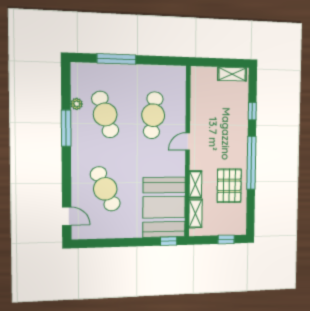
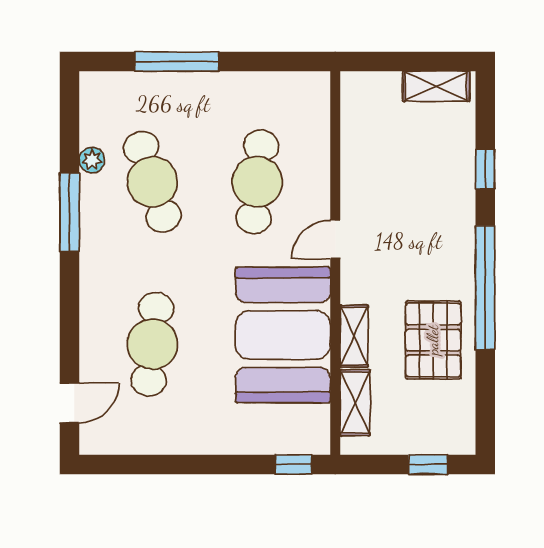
cafe table: (105, 189) -> (152, 344), turned 30
booth: (164, 207) -> (283, 335), moved
door: (67, 216) -> (69, 403), hinge flipped

